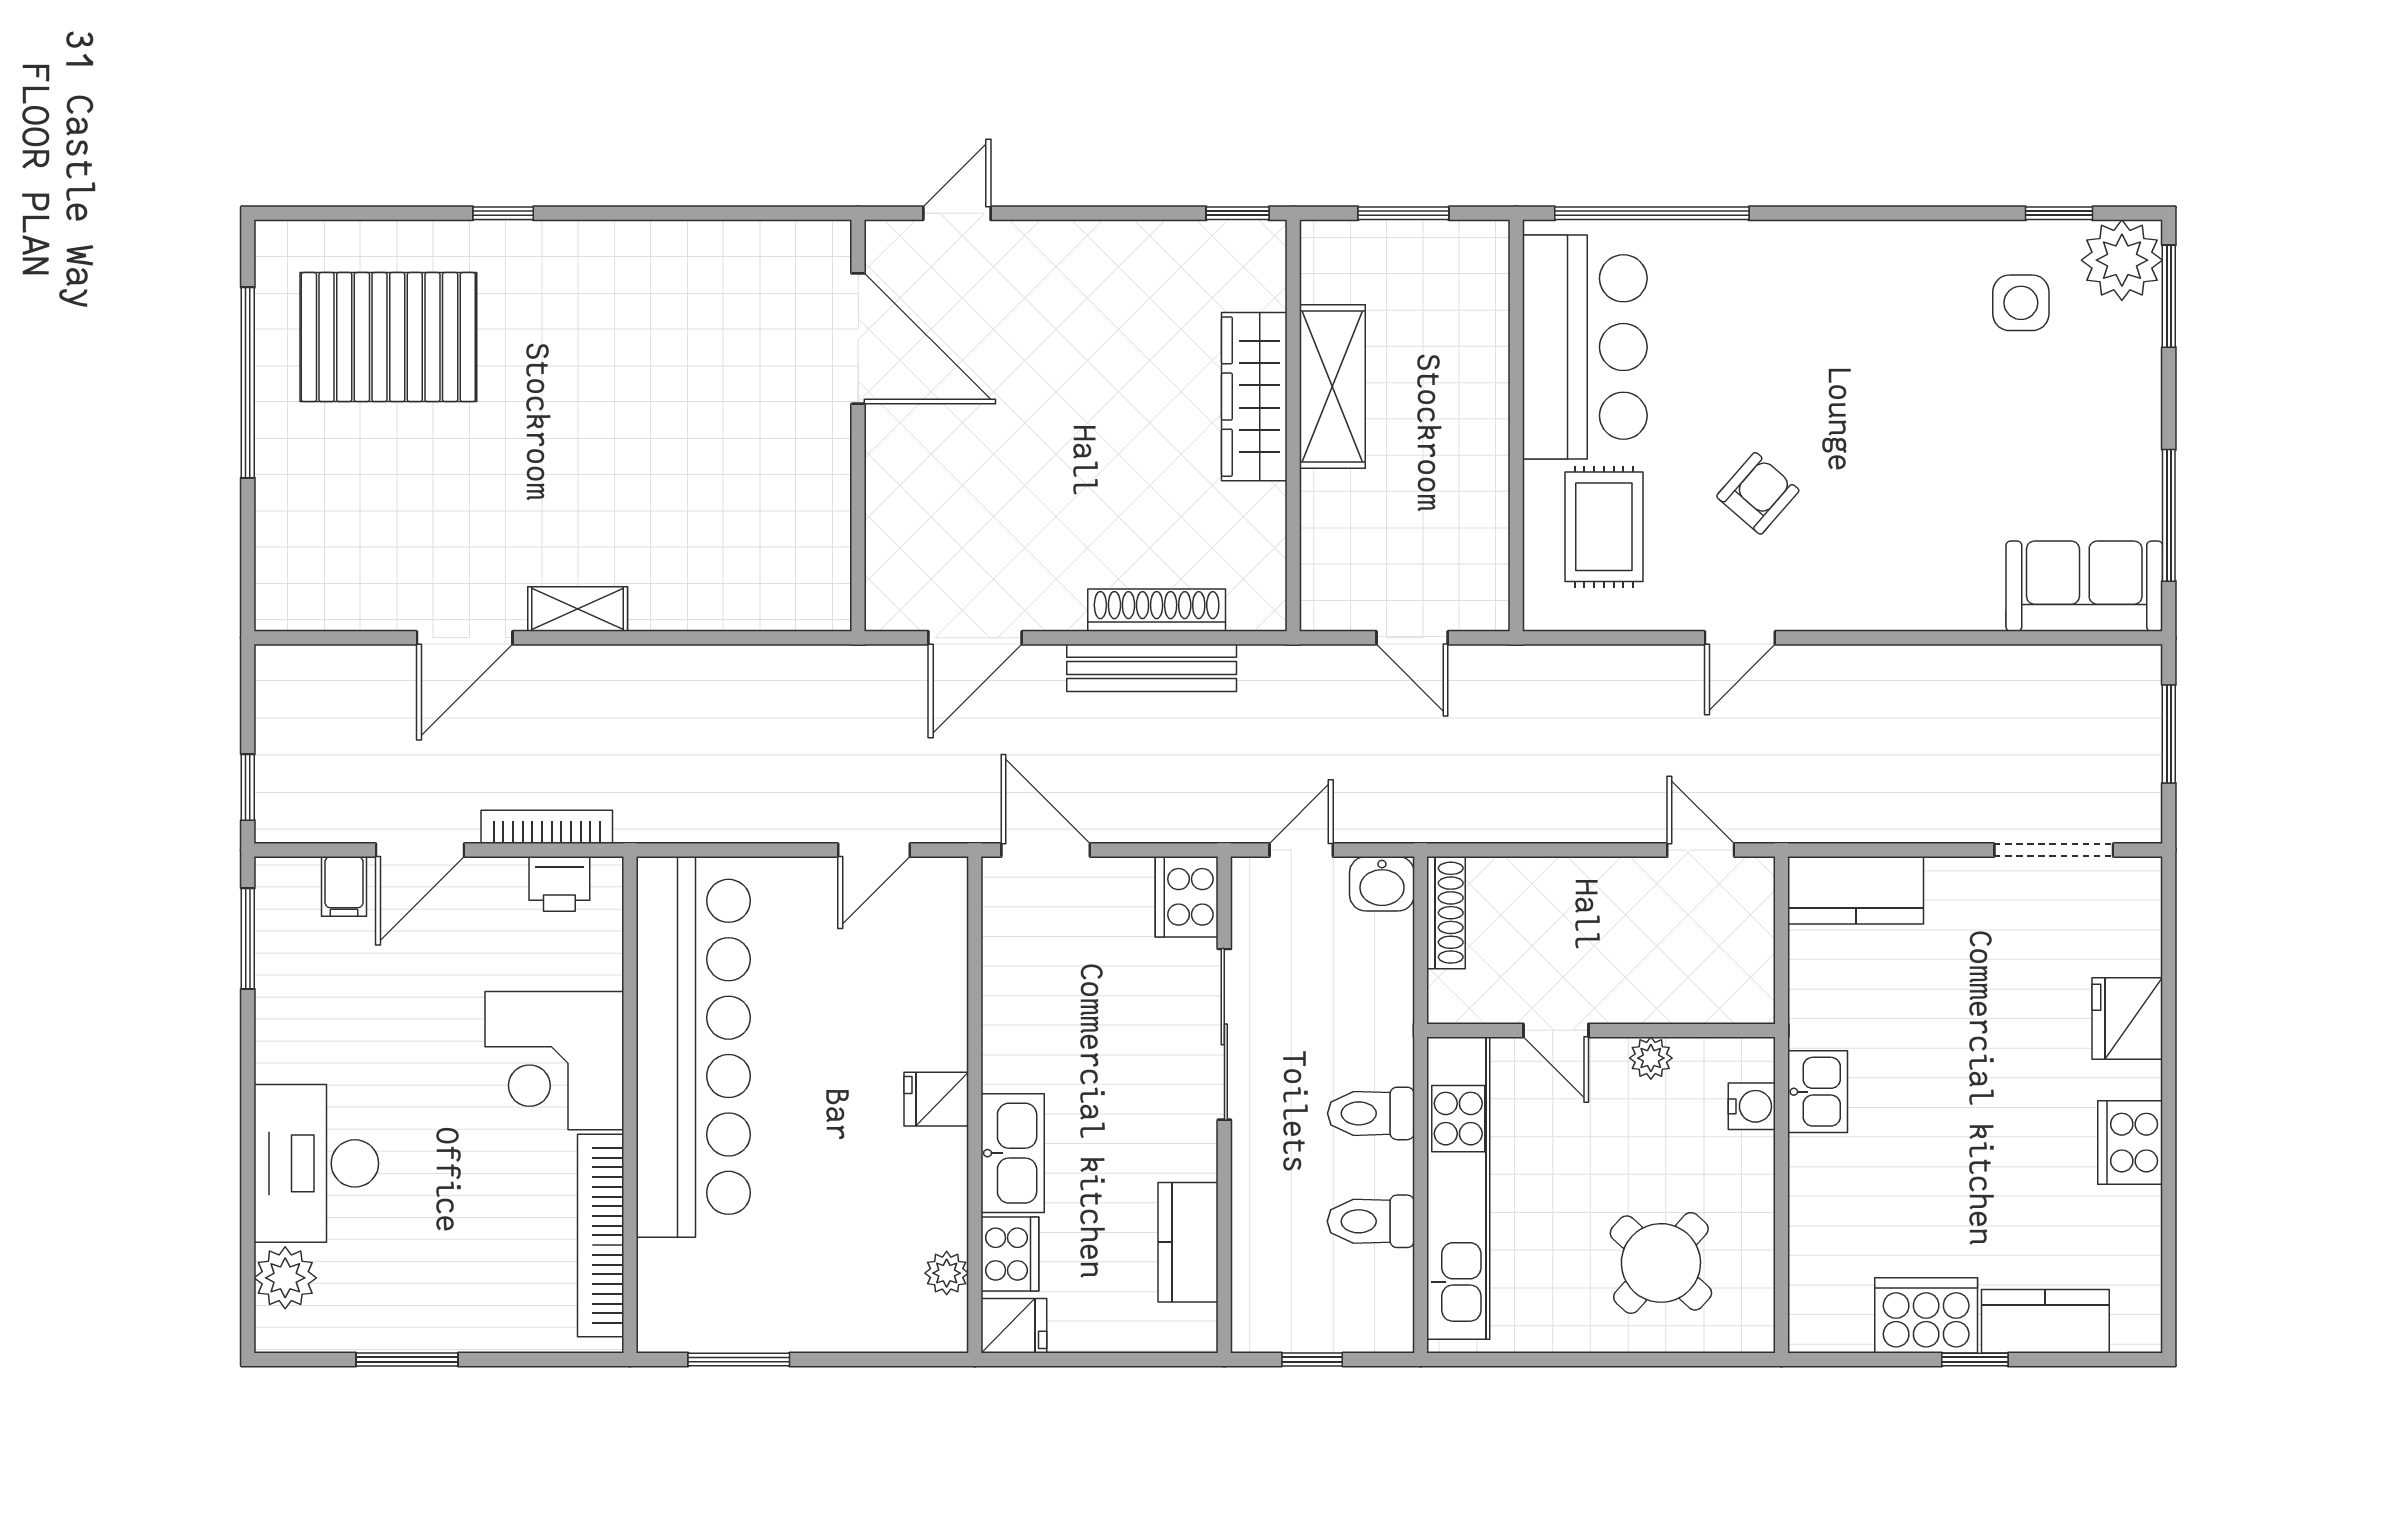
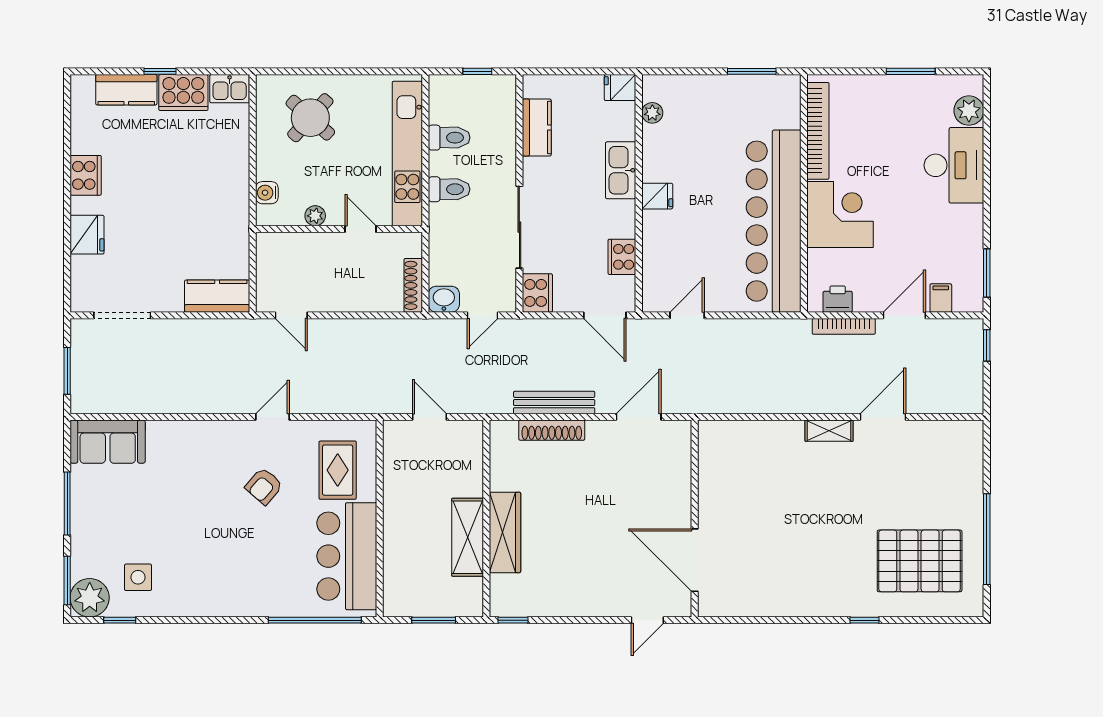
window: (2169, 515) -> (67, 503), moved
kitchen sink: (1818, 1092) -> (230, 89), moved, turned -90
cooker: (1010, 1254) -> (622, 257), moved

